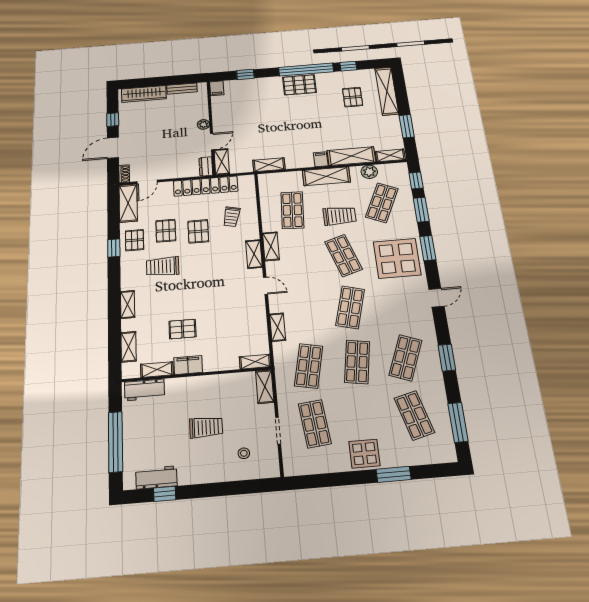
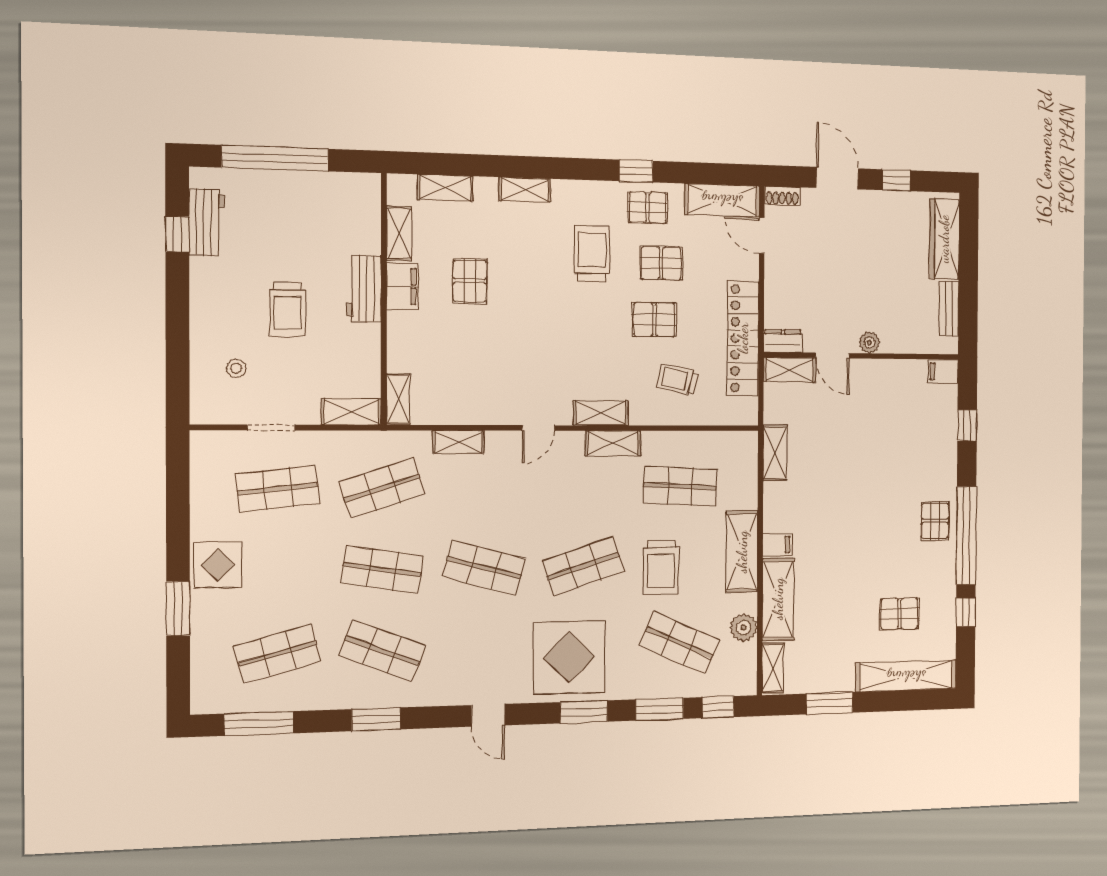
pallet: (299, 85) -> (935, 521), width x0.67, depth x0.71
shop shelf: (309, 366) -> (382, 488), turned -30
workbench: (144, 390) -> (364, 289), moved

